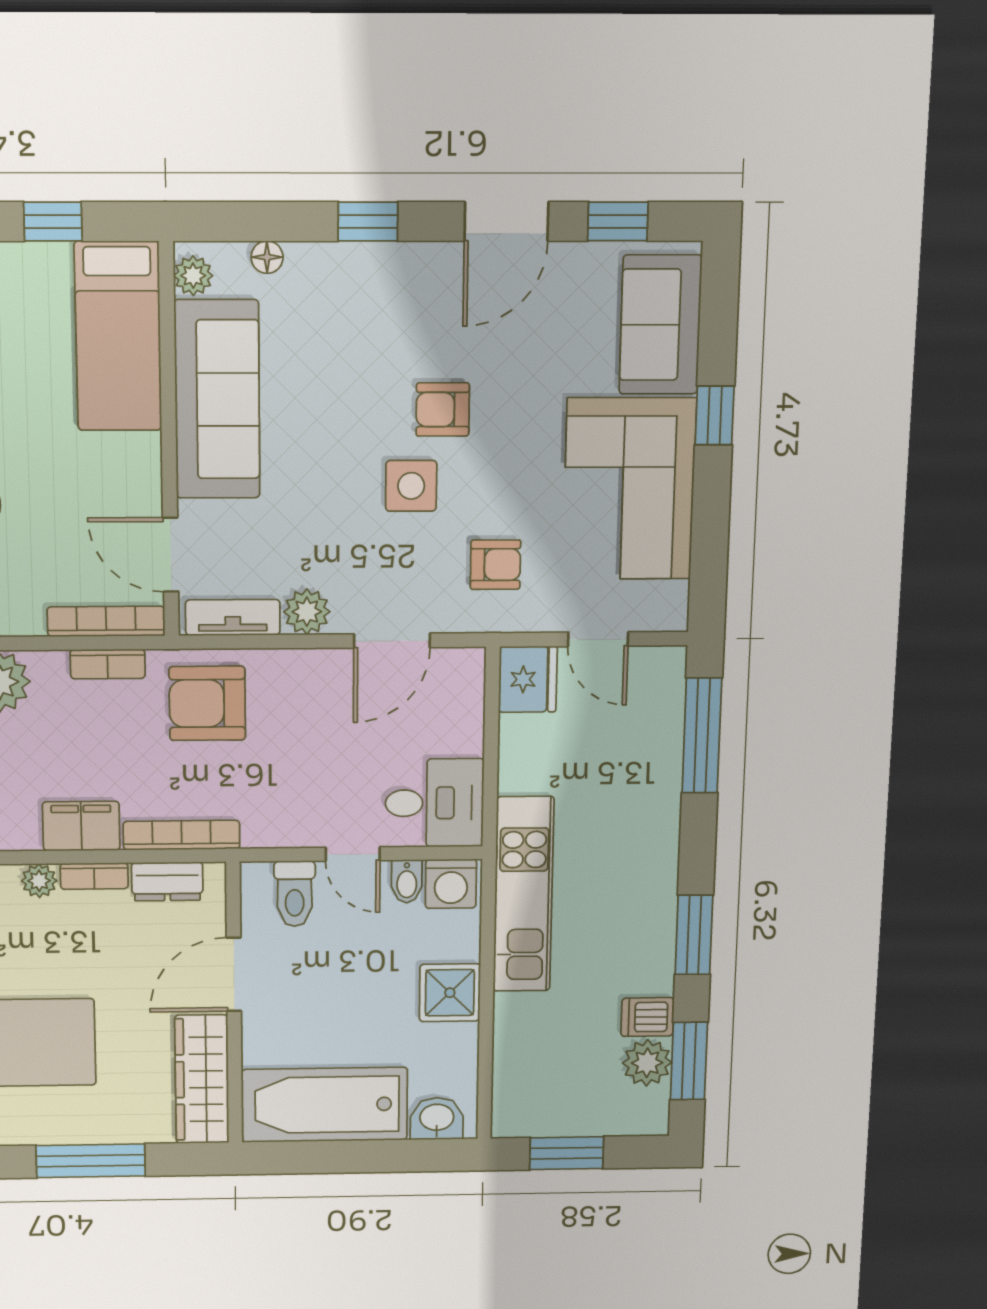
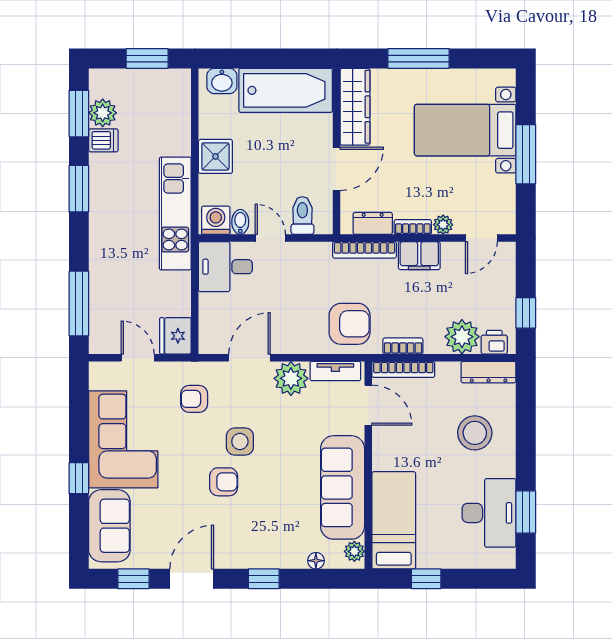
plant: (307, 612) -> (291, 378), width x1.36, depth x1.36

